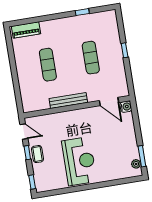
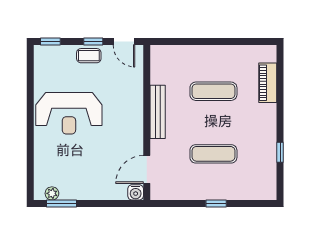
piano: (26, 30) -> (268, 83), moved
door: (24, 132) -> (124, 42), hinge flipped

